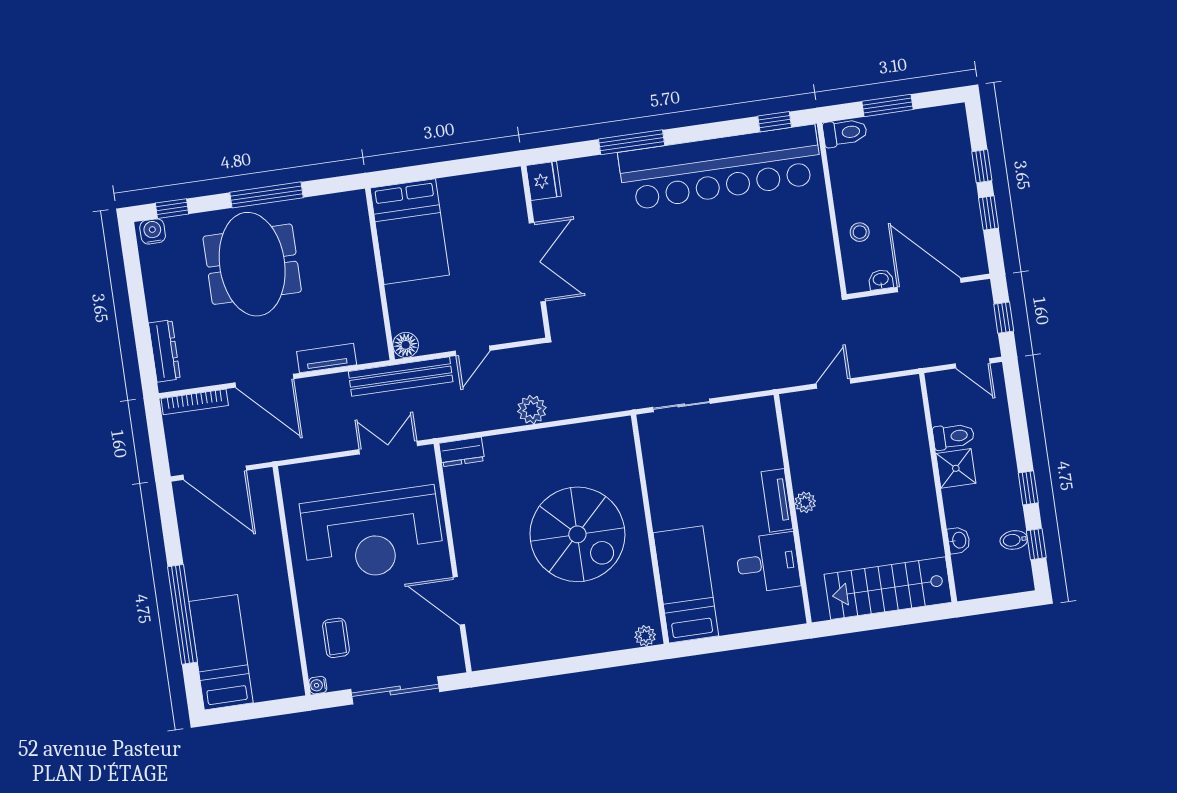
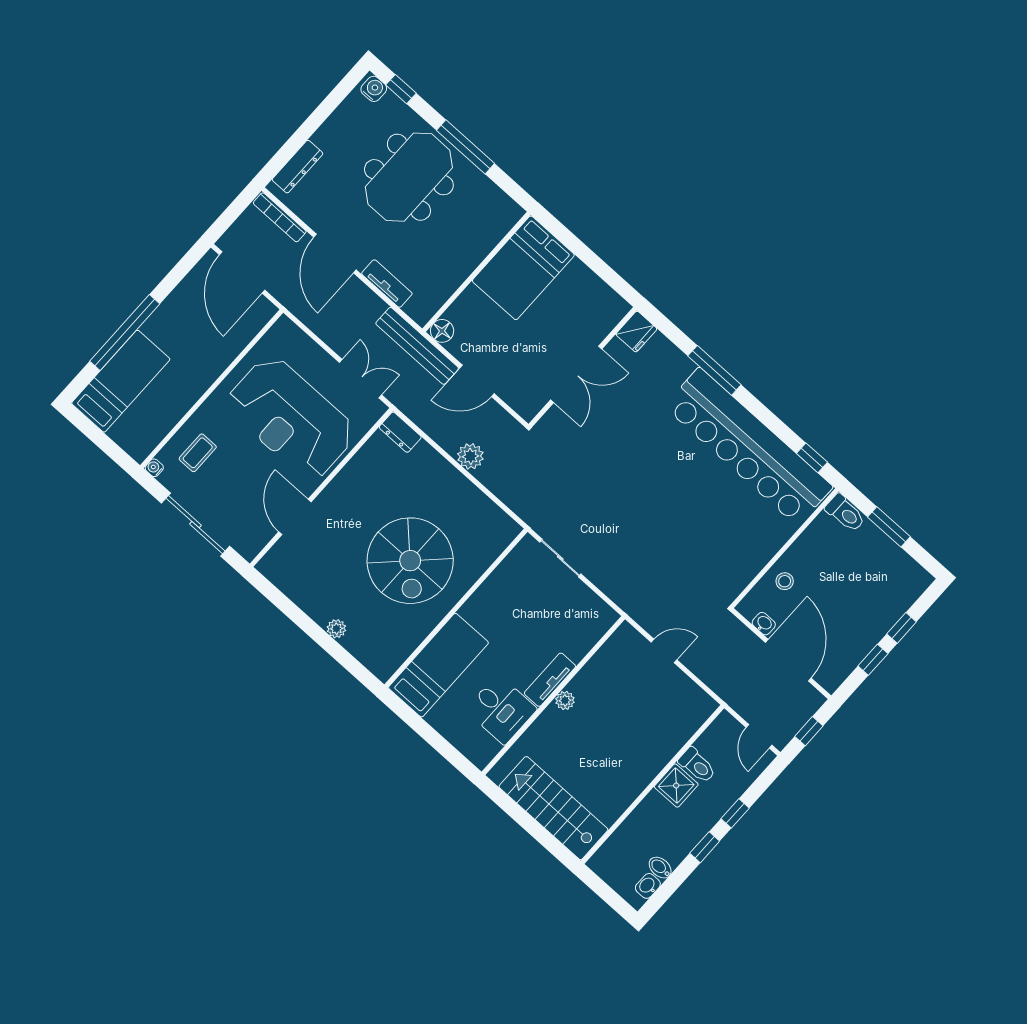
door: (473, 351) -> (477, 381), width x1.38
washbasin: (959, 540) -> (648, 886), moved, turned 180
window: (1036, 544) -> (735, 813), moved
plant: (645, 636) -> (336, 629), moved

